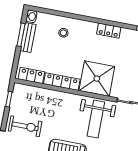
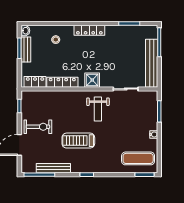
locker: (109, 31) -> (89, 30), width x1.53
shower: (97, 79) -> (92, 80), width x0.54, depth x0.54
weight bench: (96, 119) -> (98, 109), width x0.73, depth x0.75

